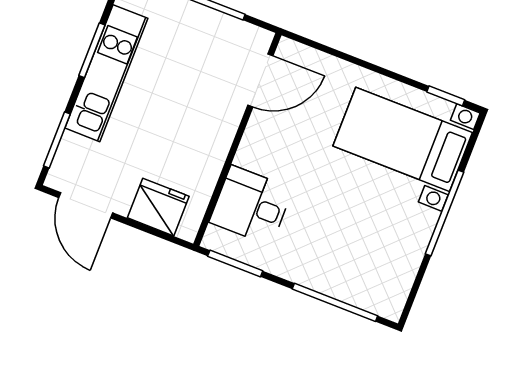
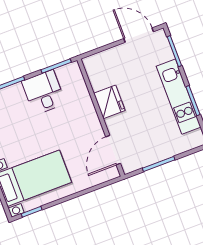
desk: (251, 205) -> (44, 92), moved, turned -90
fridge: (158, 207) -> (109, 102), moved, turned -90

